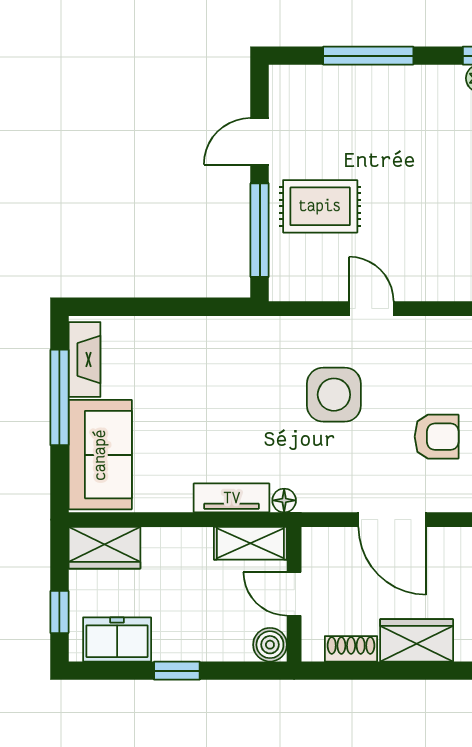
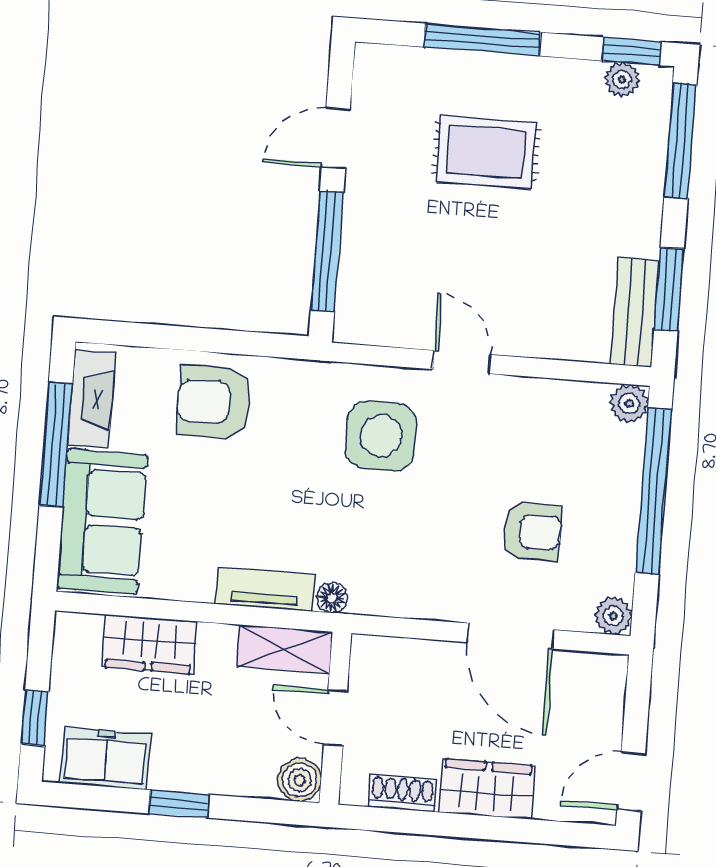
rug: (320, 206) -> (486, 152), moved
armchair: (180, 355) -> (214, 402), added
side table: (334, 395) -> (381, 436), moved
door: (392, 520) -> (510, 636), moved
wardrobe: (104, 548) -> (149, 644), moved

